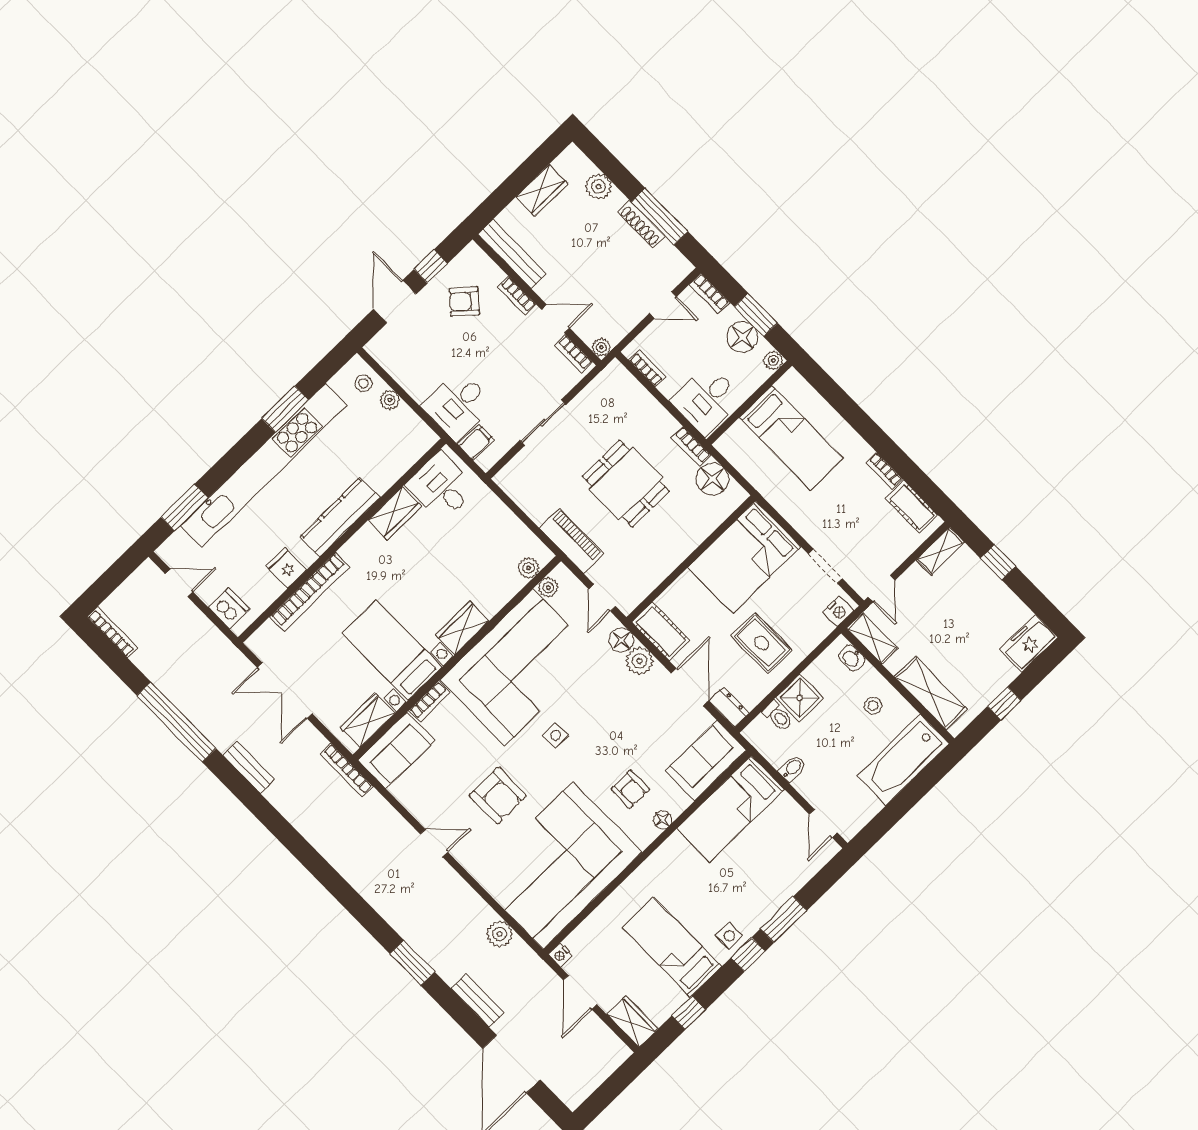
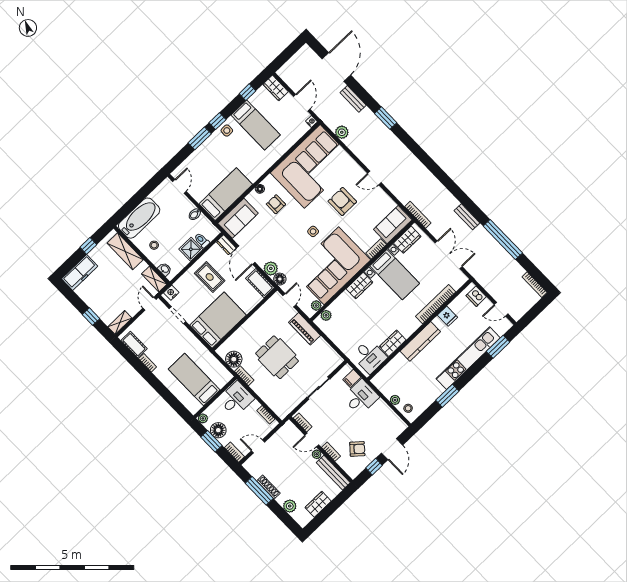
plant: (601, 347) -> (317, 454), moved
kitchen unit: (264, 465) -> (468, 358), width x0.73
freezer: (1029, 643) -> (80, 272), width x1.40

